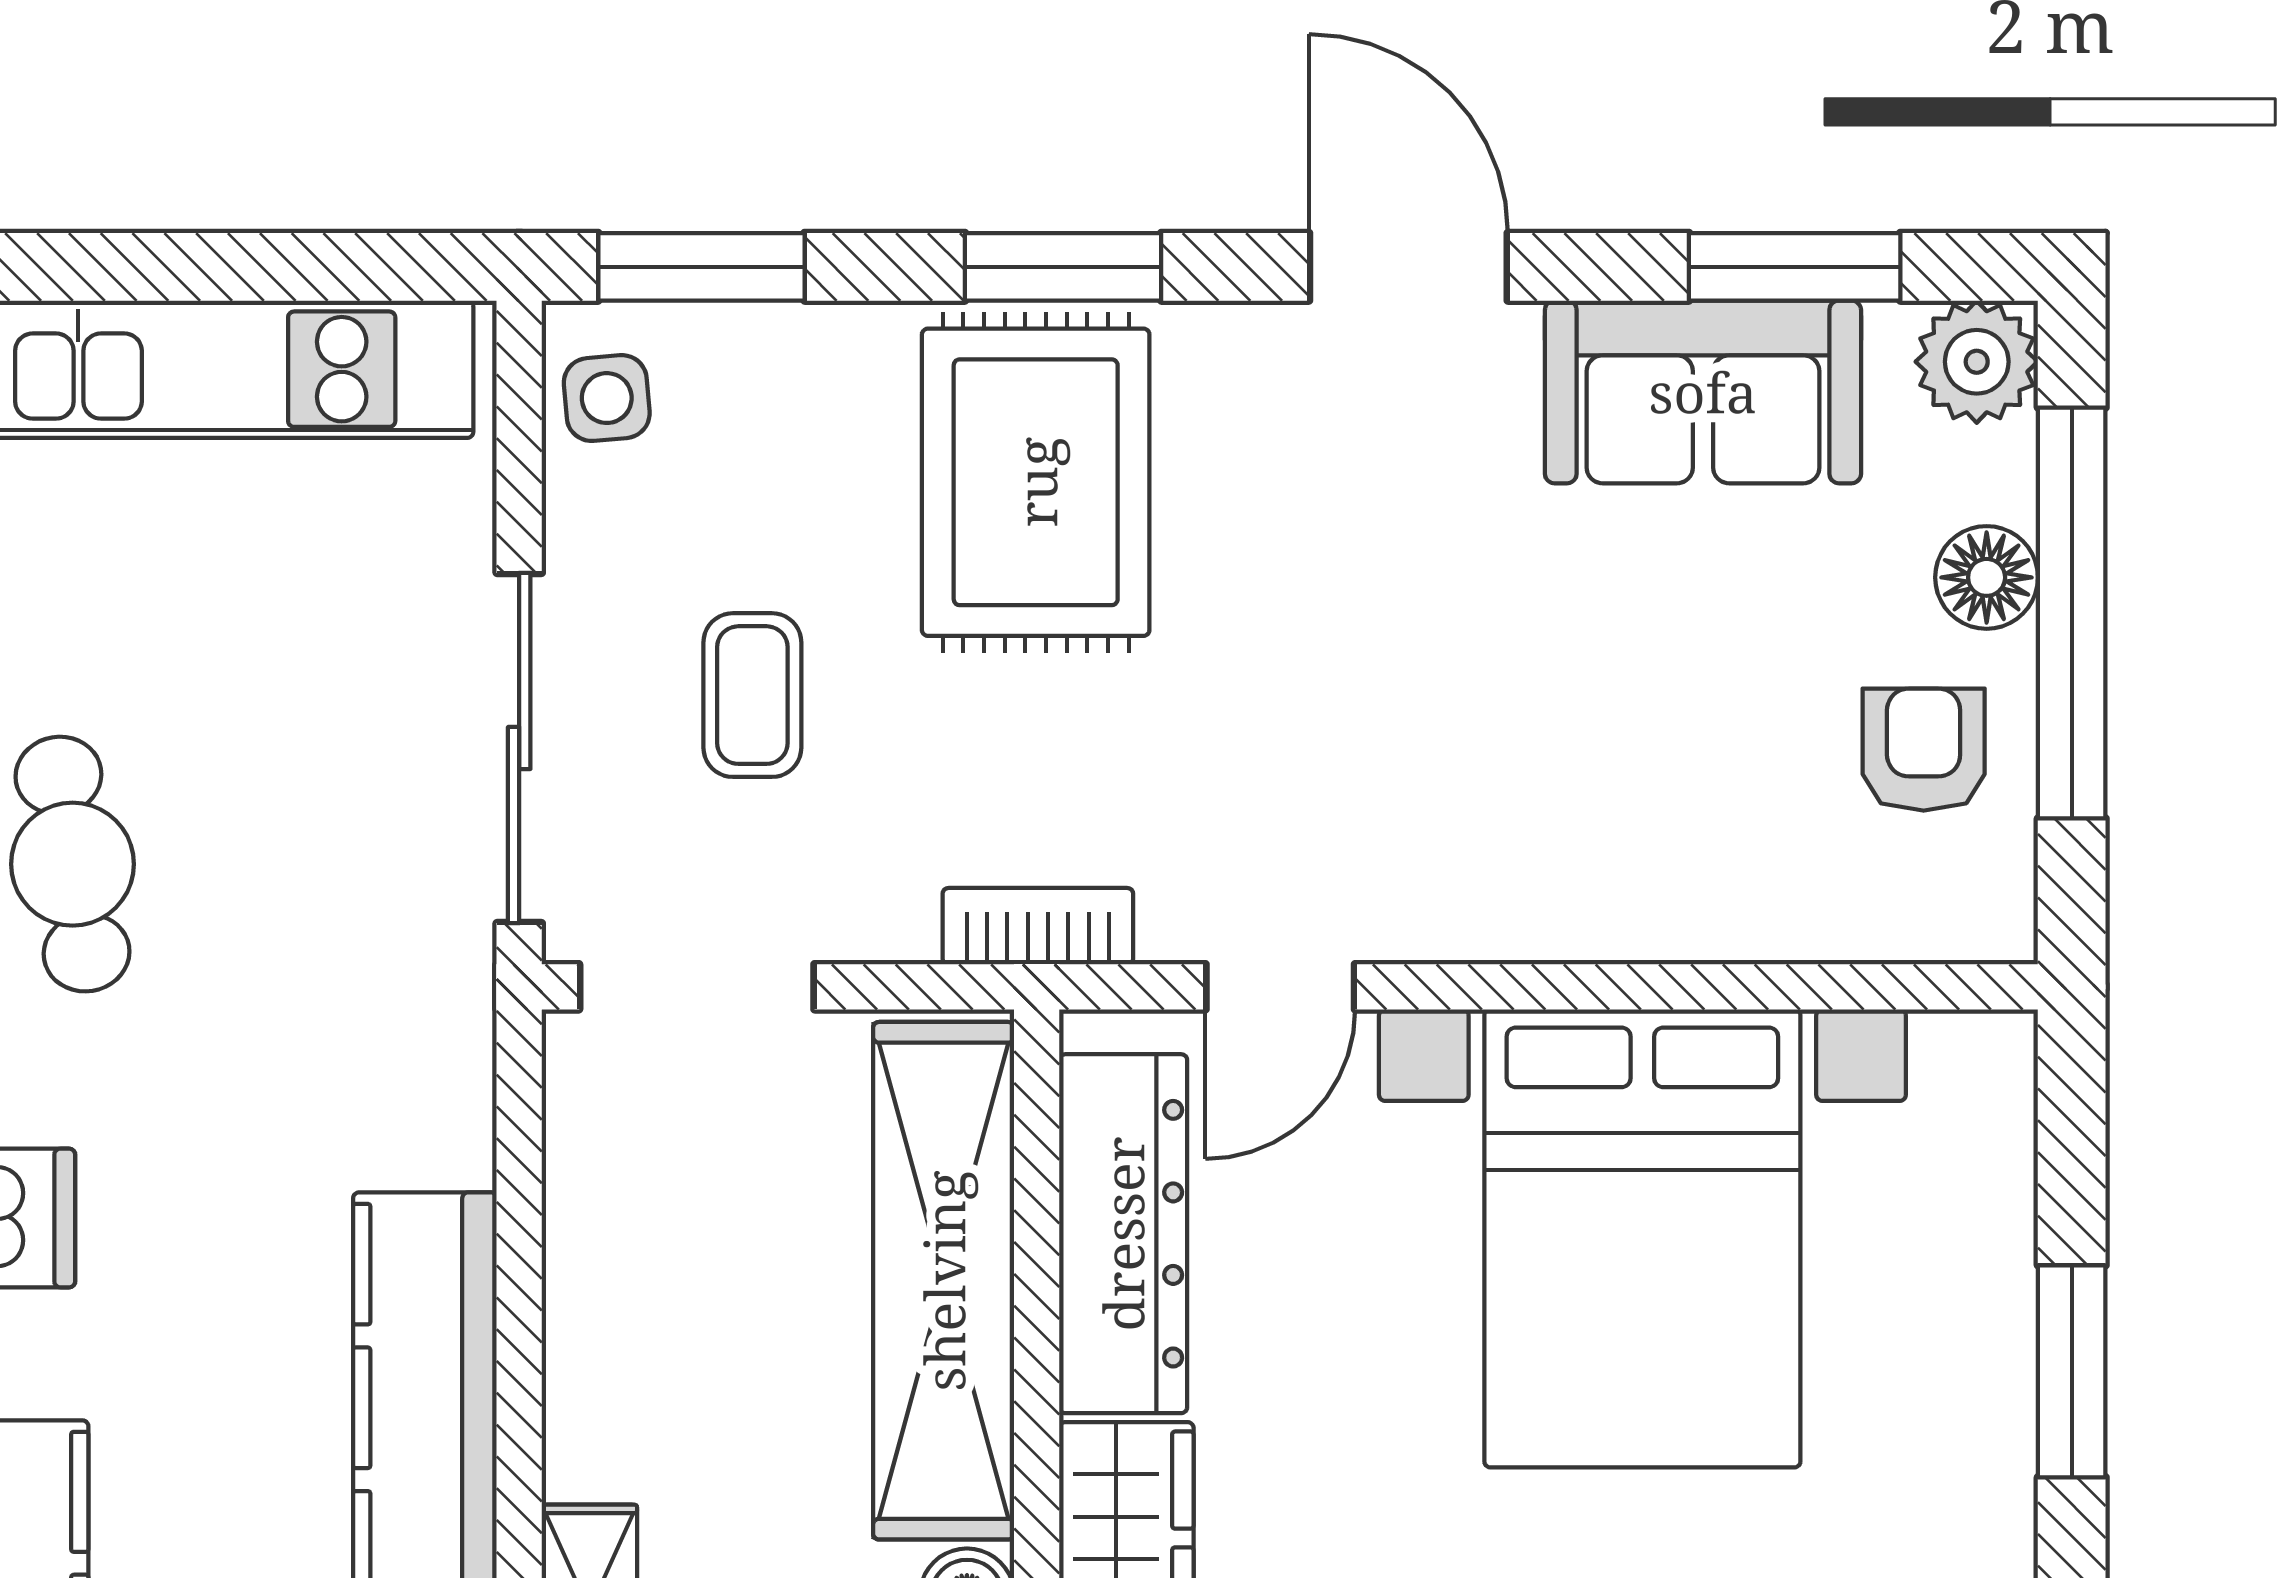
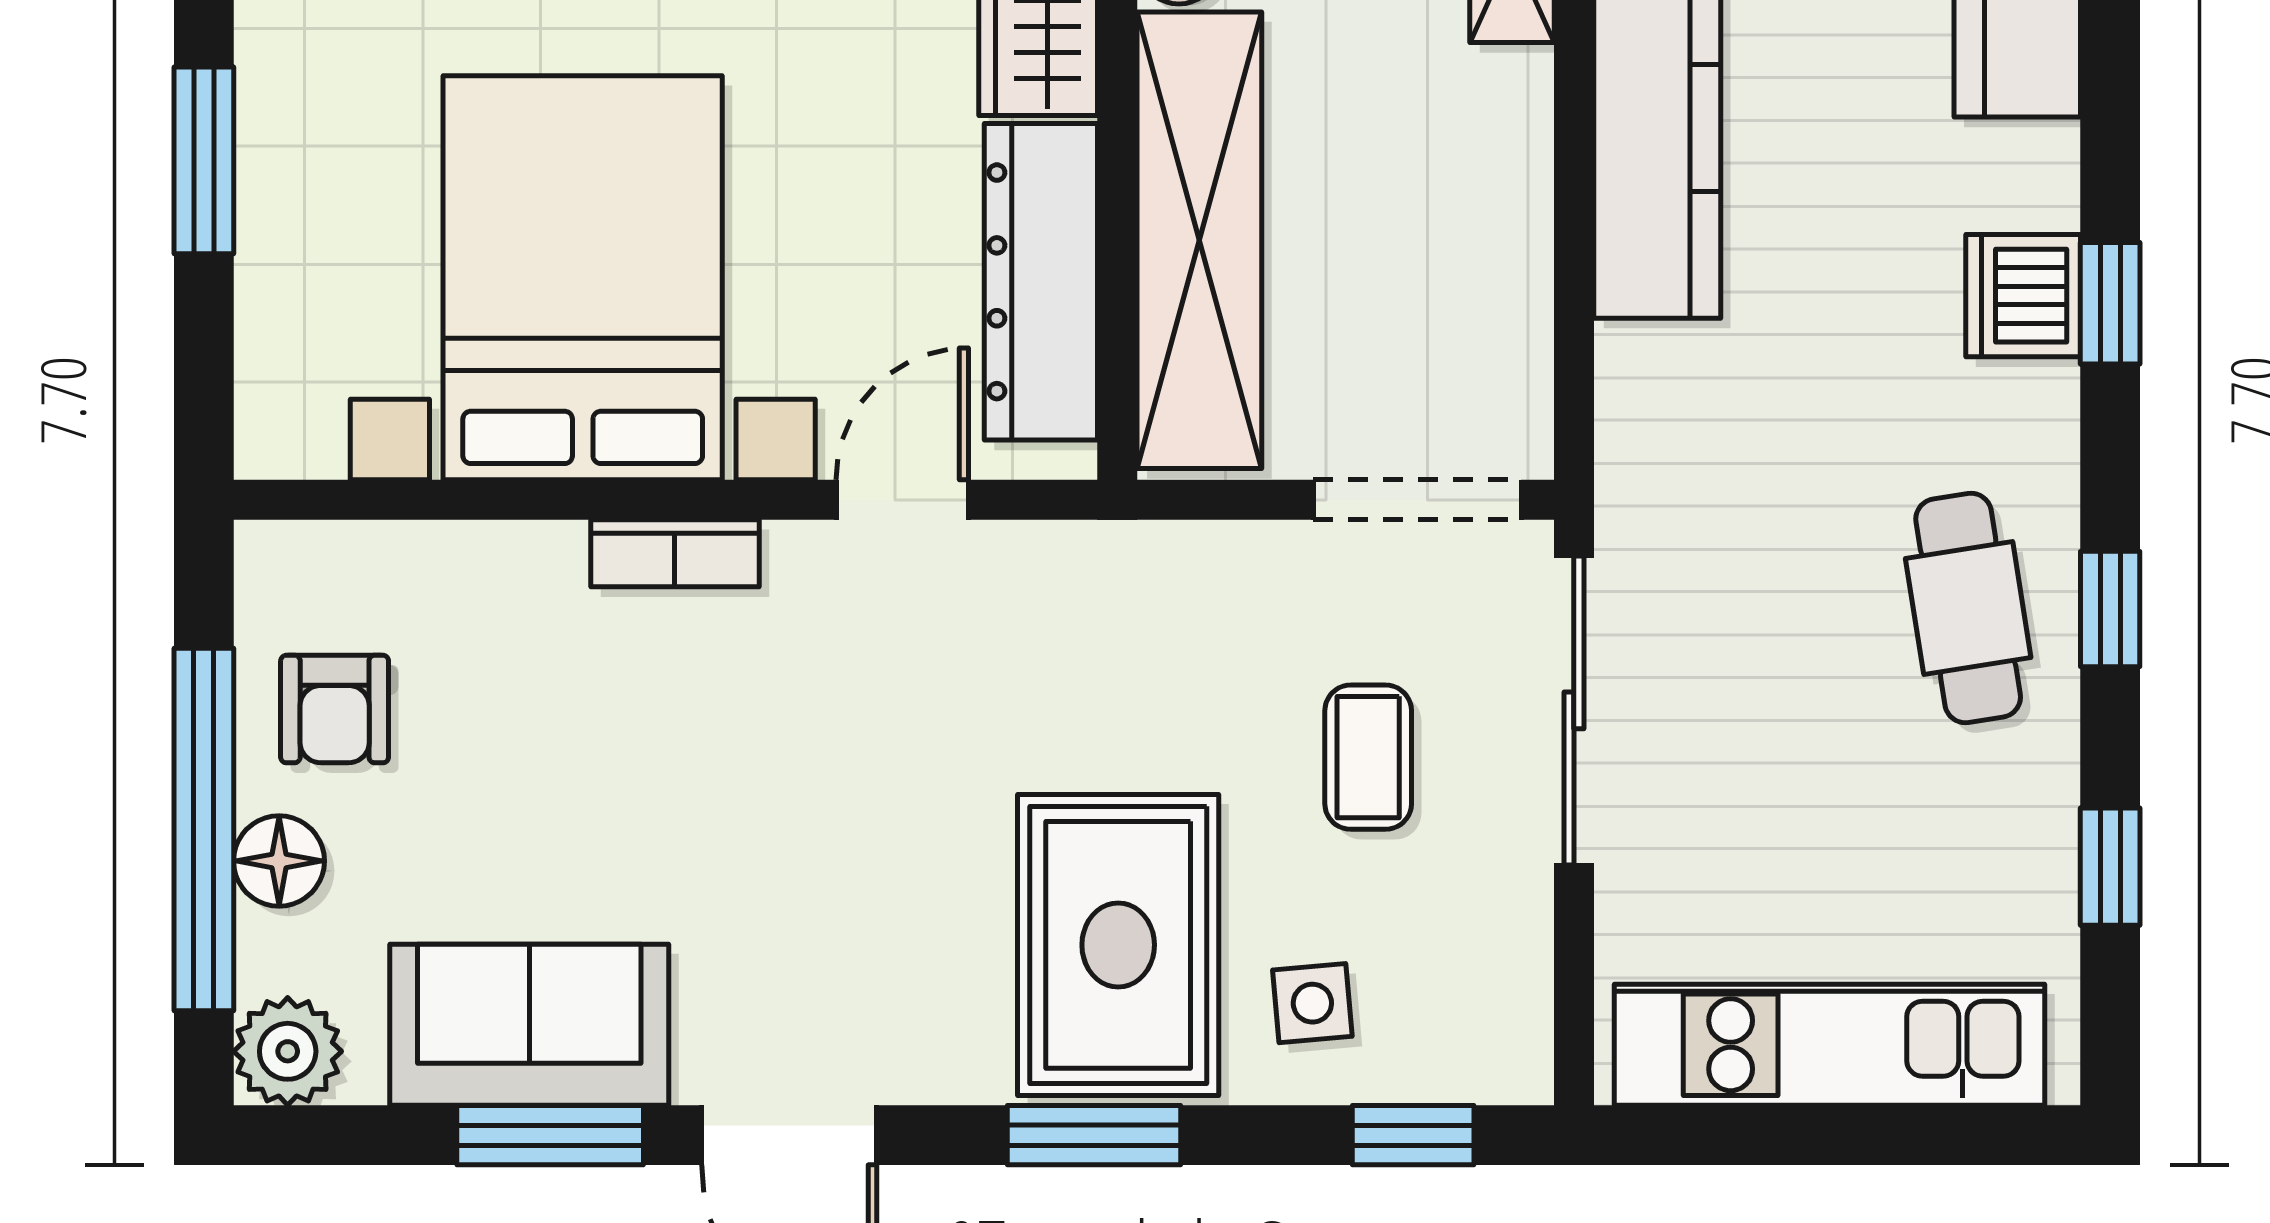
window: (701, 267) -> (1413, 1135), width x0.67
window: (1795, 267) -> (550, 1135), moved
side table: (607, 398) -> (1312, 1003), moved
bookcase: (1038, 926) -> (675, 553), moved

